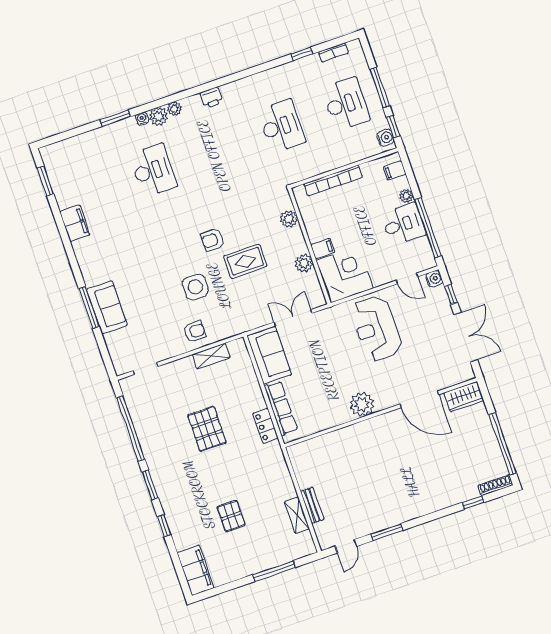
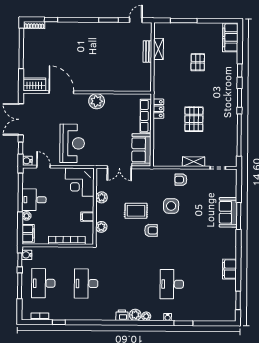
plant: (159, 116) -> (135, 315), moved
filing cabinet: (395, 170) -> (28, 233), width x2.00
filing cabinet: (323, 249) -> (87, 217), moved
shelving: (211, 356) -> (194, 162), moved

